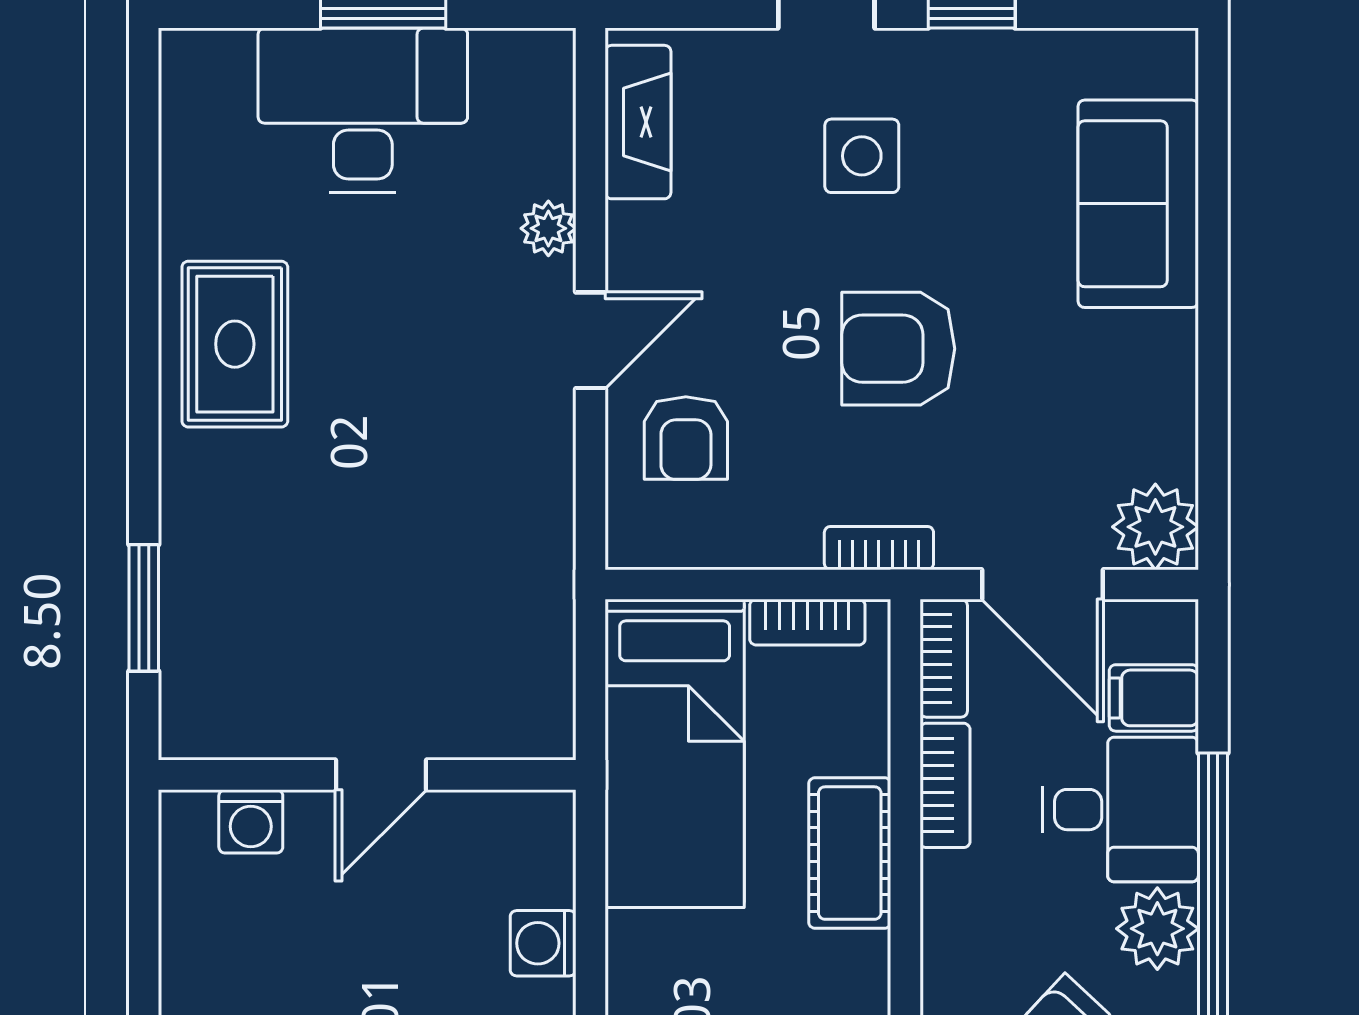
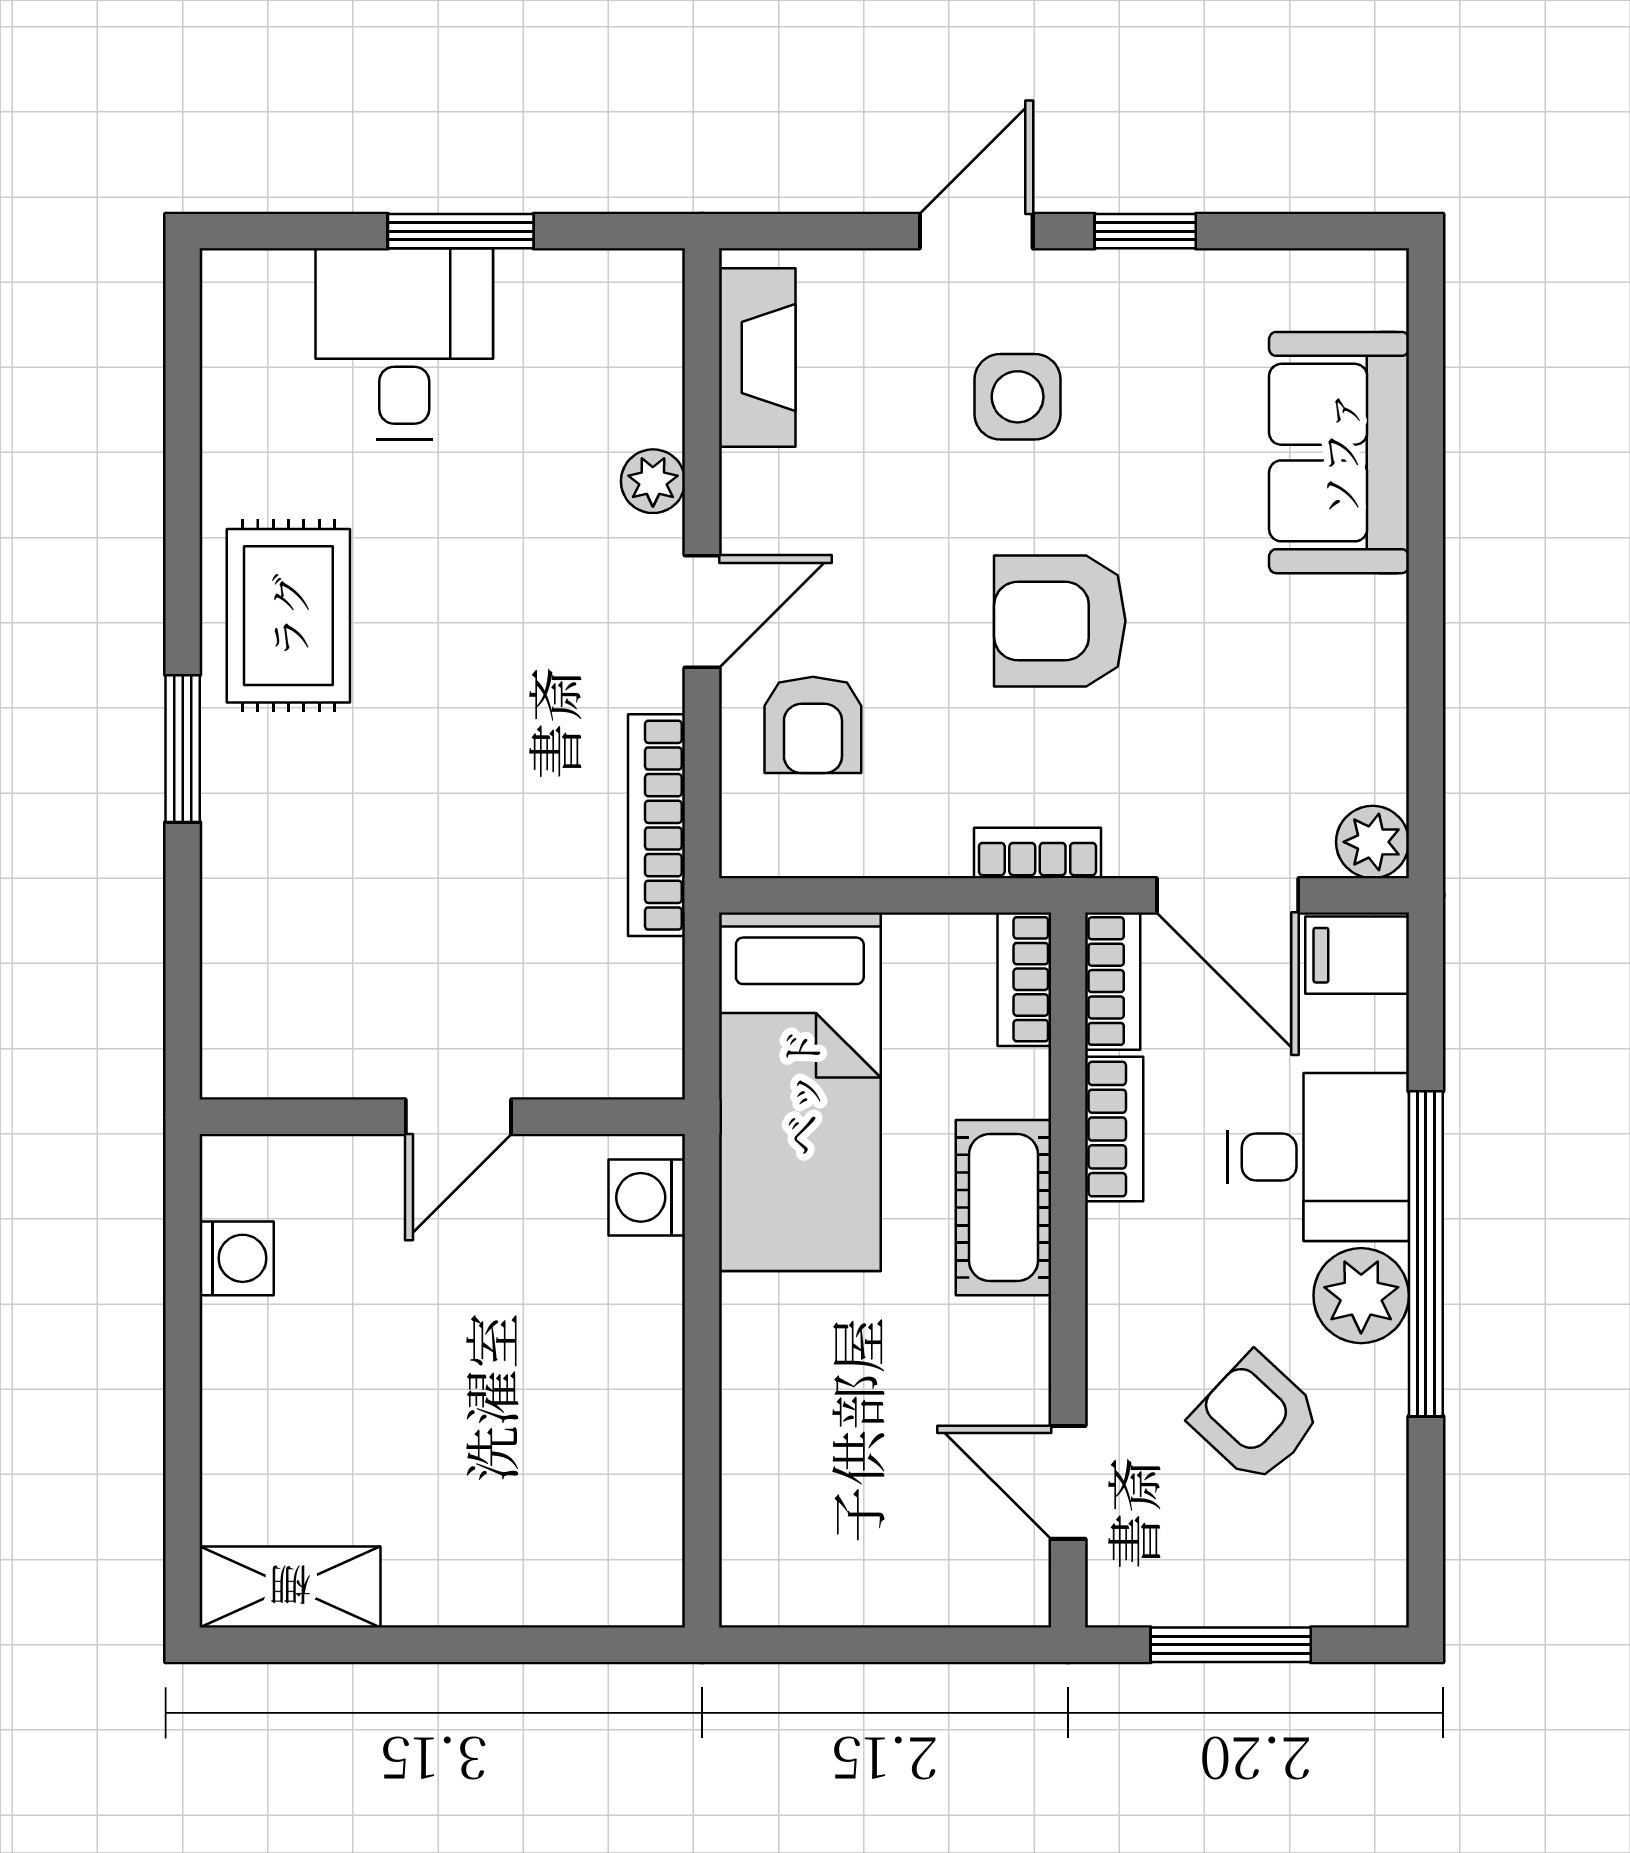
desk: (363, 110) -> (404, 344), width x0.73
bookcase: (551, 524) -> (657, 825), added
plant: (1155, 527) -> (1373, 842), width x0.73, depth x0.73
window: (144, 608) -> (183, 749), moved
bookcase: (807, 622) -> (1024, 979), moved, turned 90
filing cabinet: (1154, 698) -> (1357, 955), moved
washing machine: (251, 821) -> (237, 1258), moved, turned -90
washing machine: (543, 943) -> (647, 1197), moved

